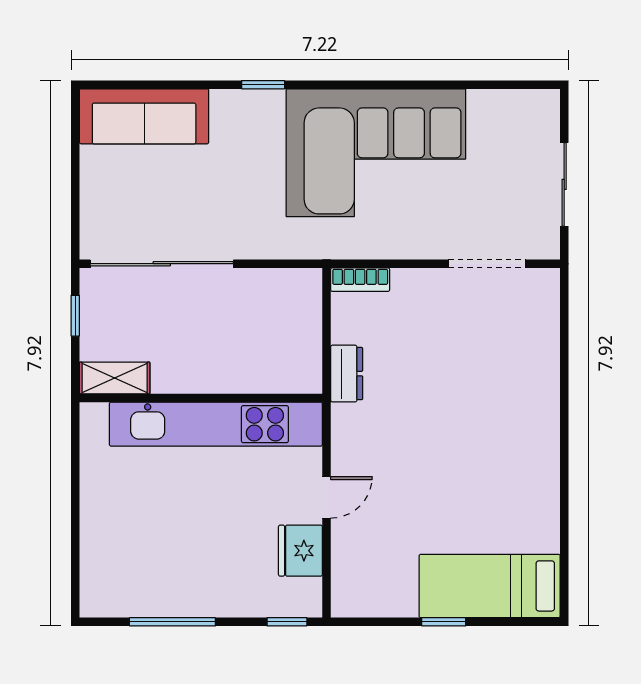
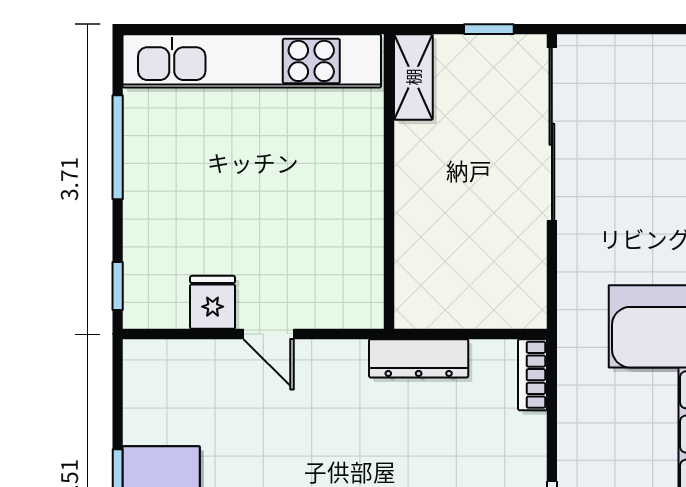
dresser: (347, 374) -> (419, 358), width x1.44
kitchen unit: (216, 424) -> (252, 61), moved, turned -90
fridge: (300, 551) -> (213, 302), width x0.72

